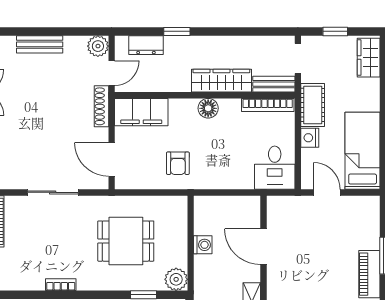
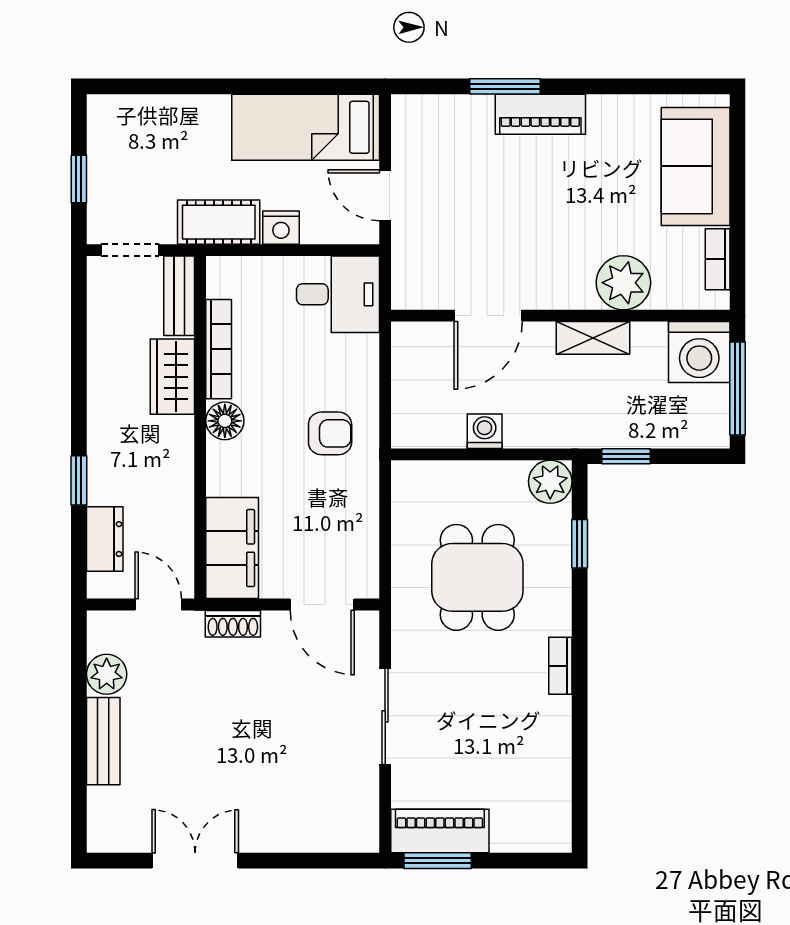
plant: (98, 46) -> (107, 674), moved
wardrobe: (369, 58) -> (128, 116), removed
wardrobe: (221, 81) -> (172, 377), width x0.67
bookcase: (268, 105) -> (219, 349), moved
shoe rack: (101, 106) -> (233, 624), width x0.70
door: (112, 159) -> (322, 605), hinge flipped
armchair: (178, 163) -> (330, 433), moved
door: (327, 192) -> (385, 195), hinge flipped
bookcase: (61, 285) -> (560, 666), moved

